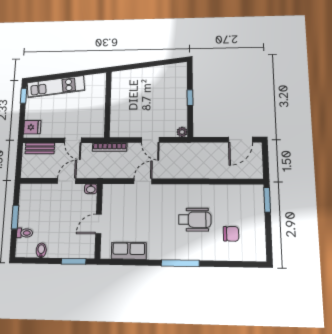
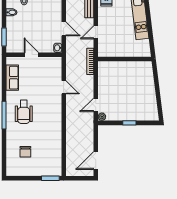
door: (150, 140) -> (96, 105), moved
door: (240, 140) -> (96, 160), hinge flipped
wheelchair: (195, 220) -> (24, 112), moved

